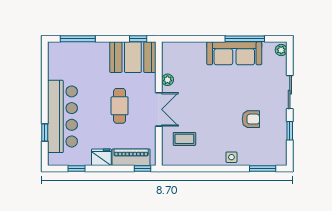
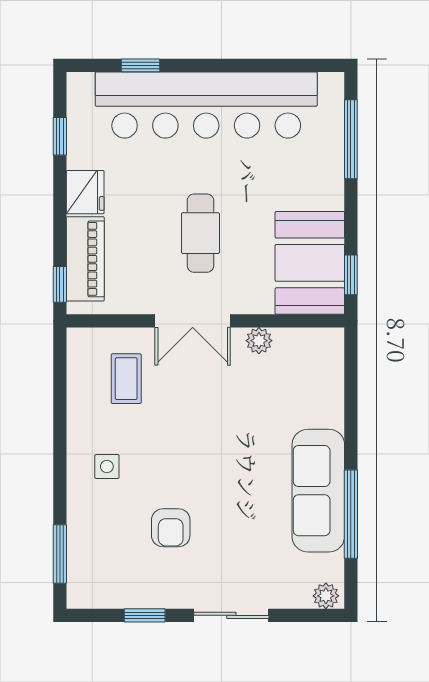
cafe table: (120, 106) -> (200, 233), turned 90
bar counter: (63, 116) -> (206, 105), width x1.36
side table: (231, 157) -> (107, 467), moved

